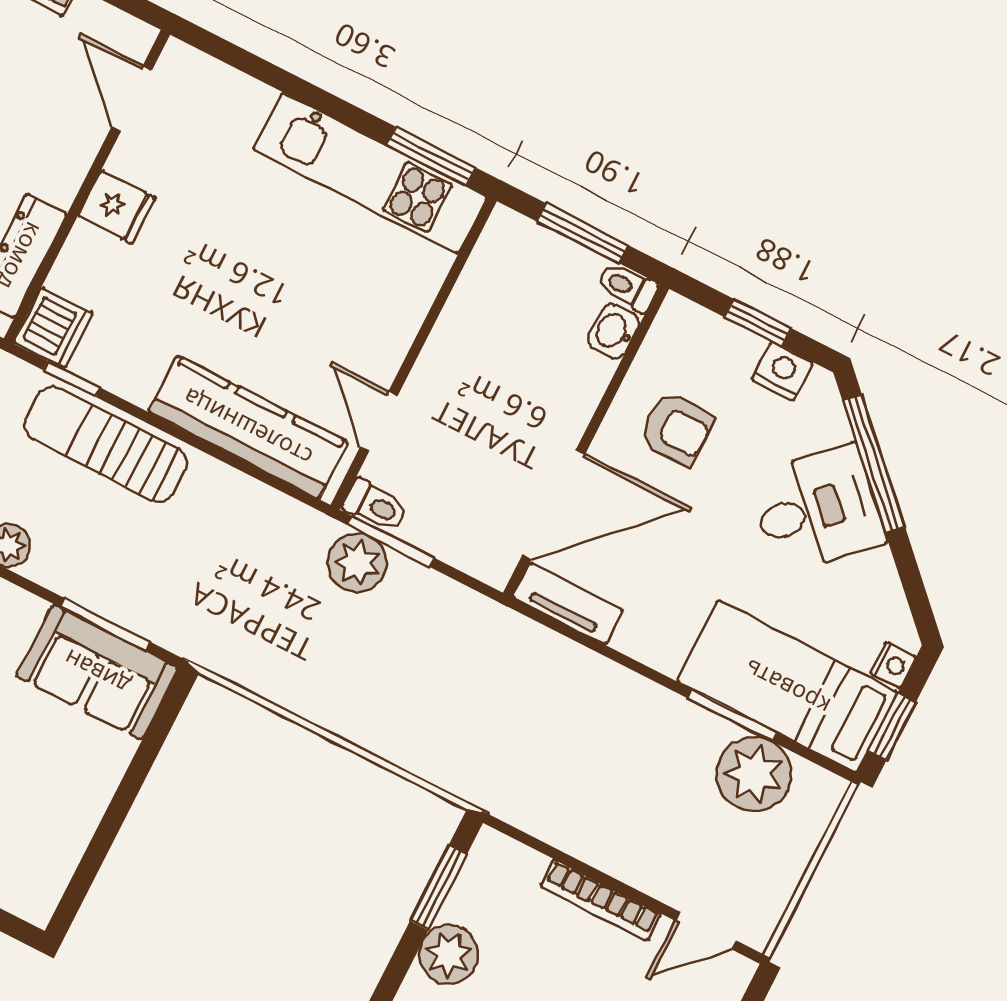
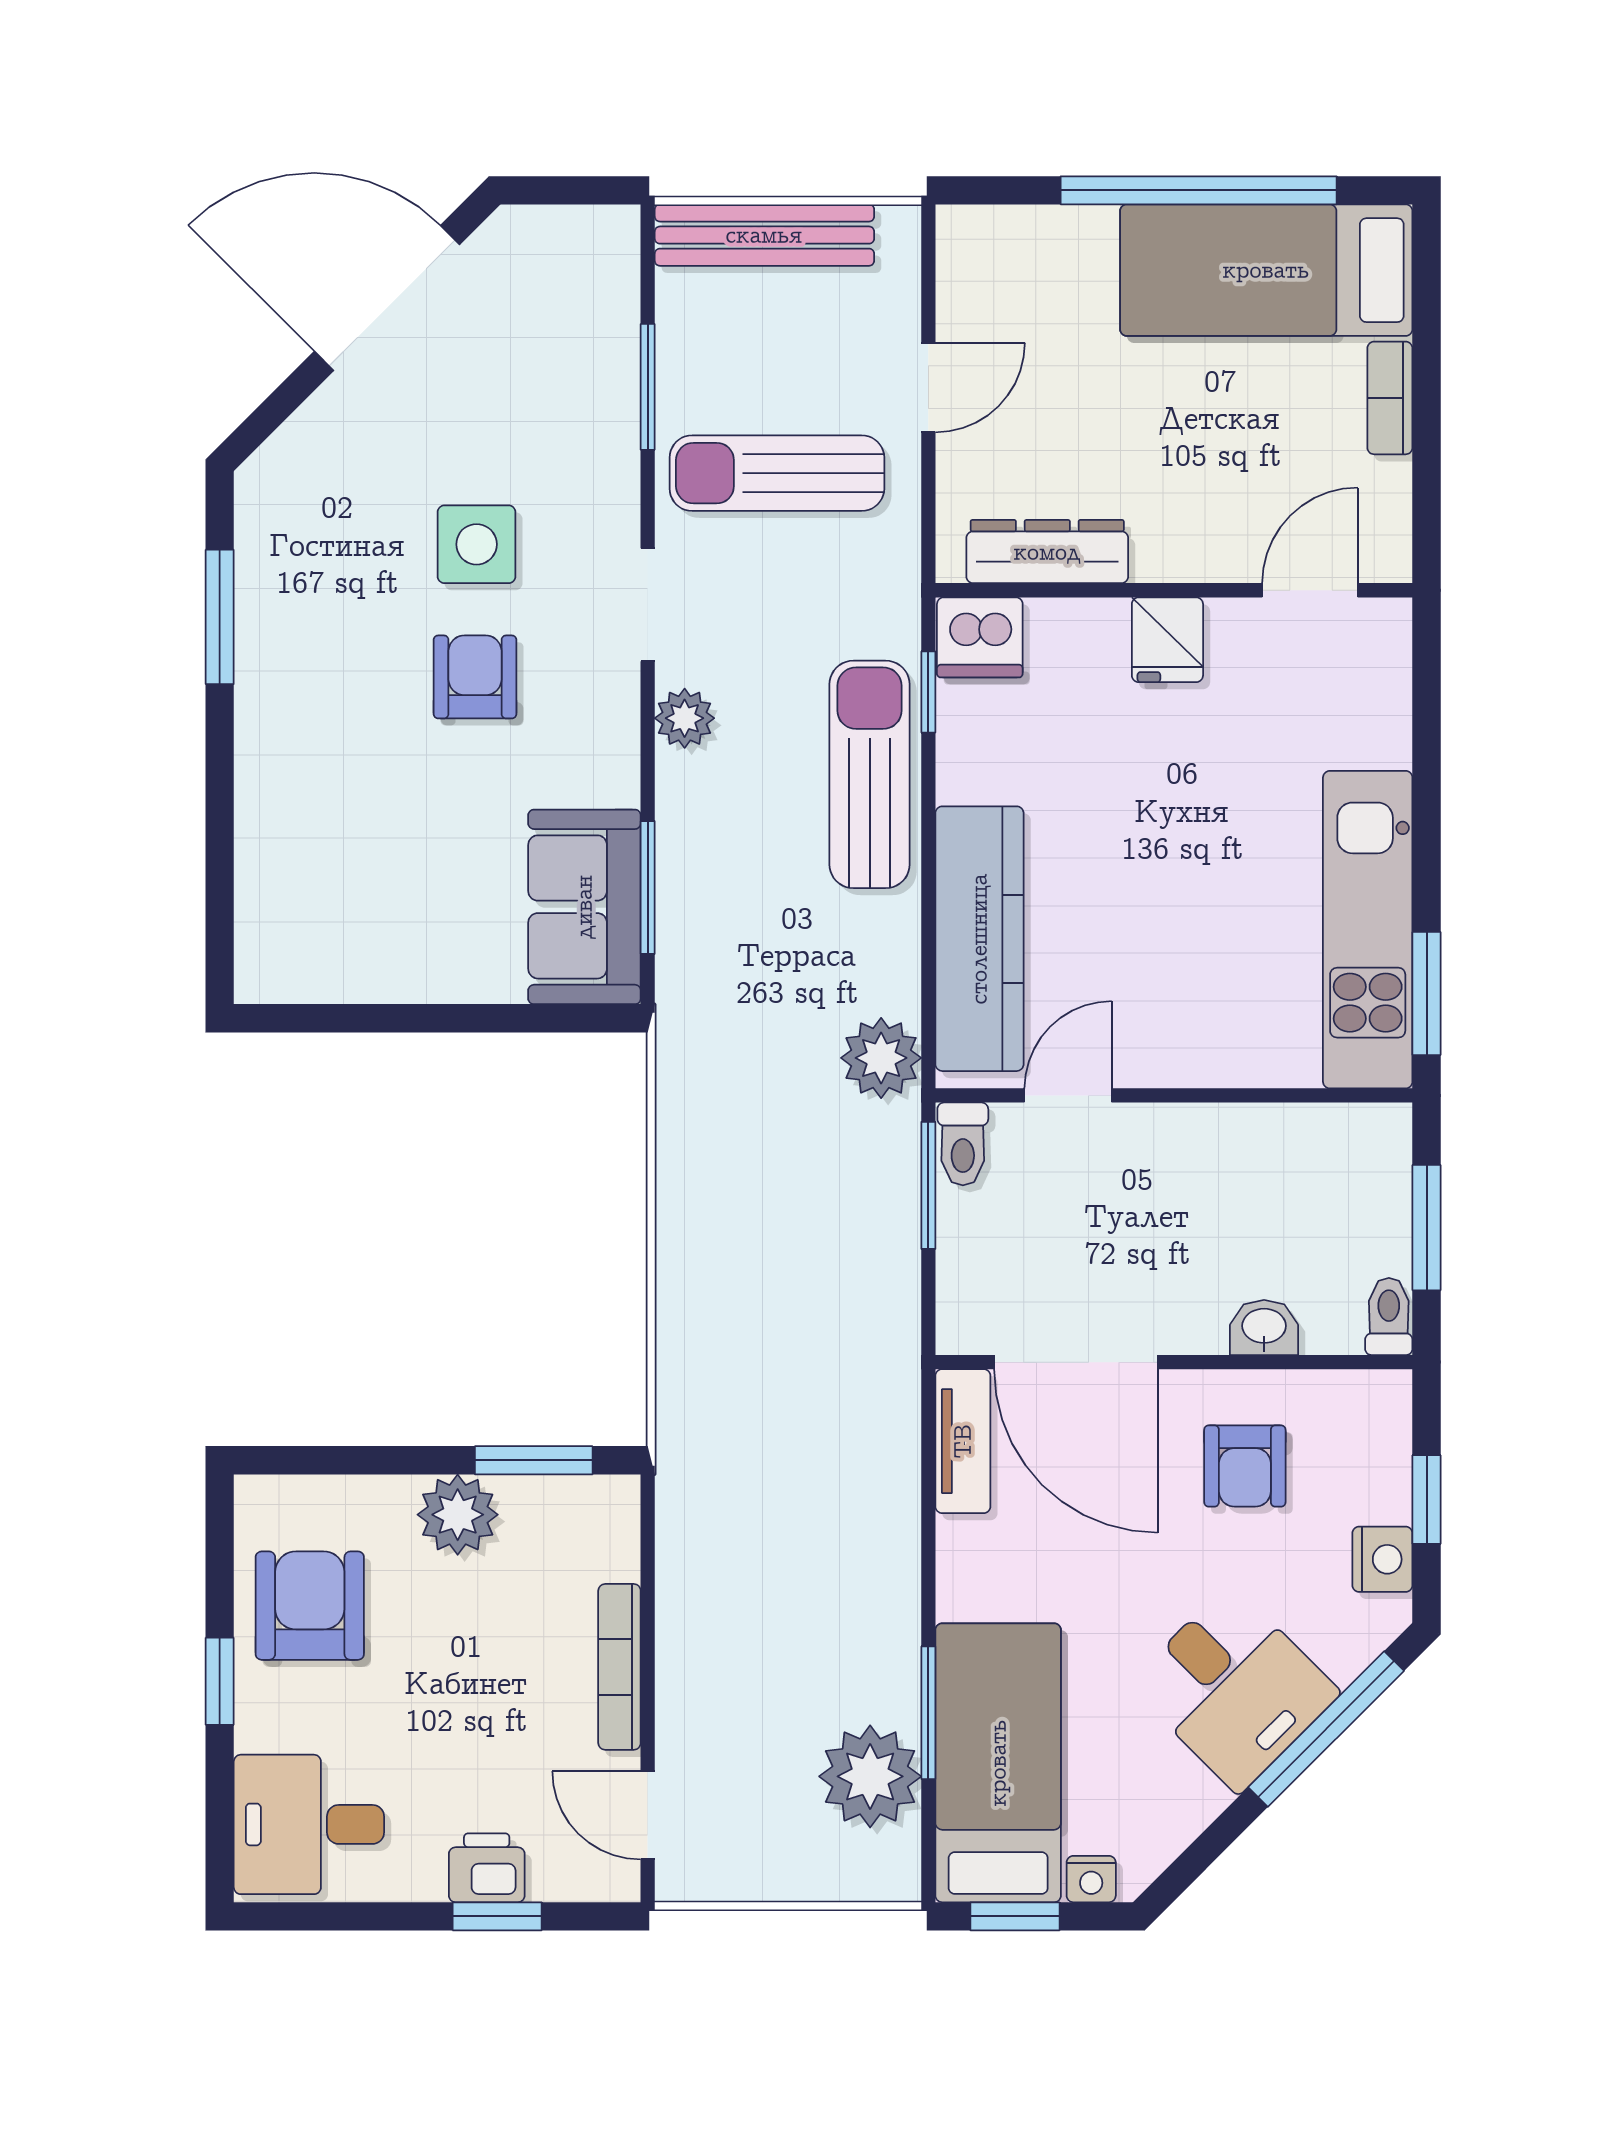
washbasin: (614, 332) -> (1264, 1327), moved
plant: (357, 563) -> (881, 1058), moved

